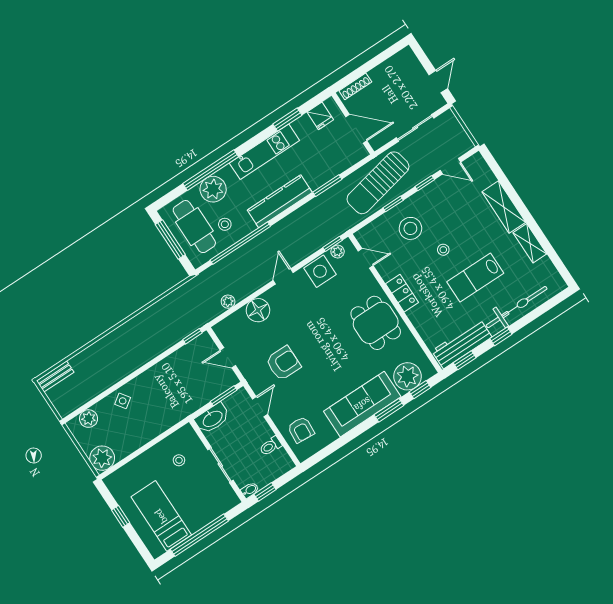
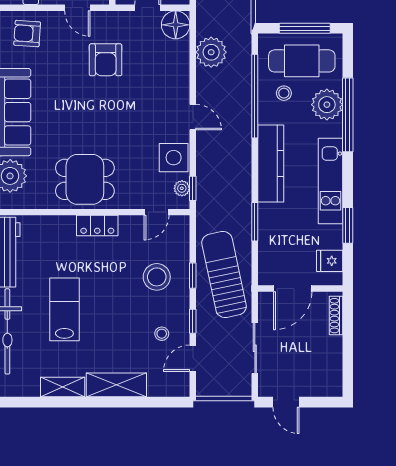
stool: (443, 250) -> (162, 334), moved
plant: (228, 302) -> (211, 52), width x1.88, depth x1.88
floor lamp: (258, 310) -> (176, 25), moved

